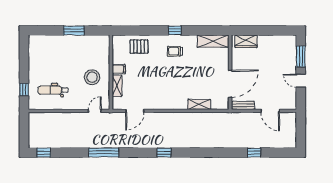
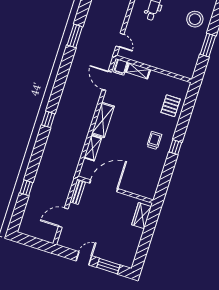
shelving: (213, 41) -> (103, 120), moved
filing cabinet: (119, 69) -> (121, 67), moved
stool: (92, 77) -> (195, 19), moved
door: (230, 84) -> (104, 186), swing flipped
window: (104, 153) -> (75, 36), width x0.69
window: (164, 153) -> (48, 119), moved

